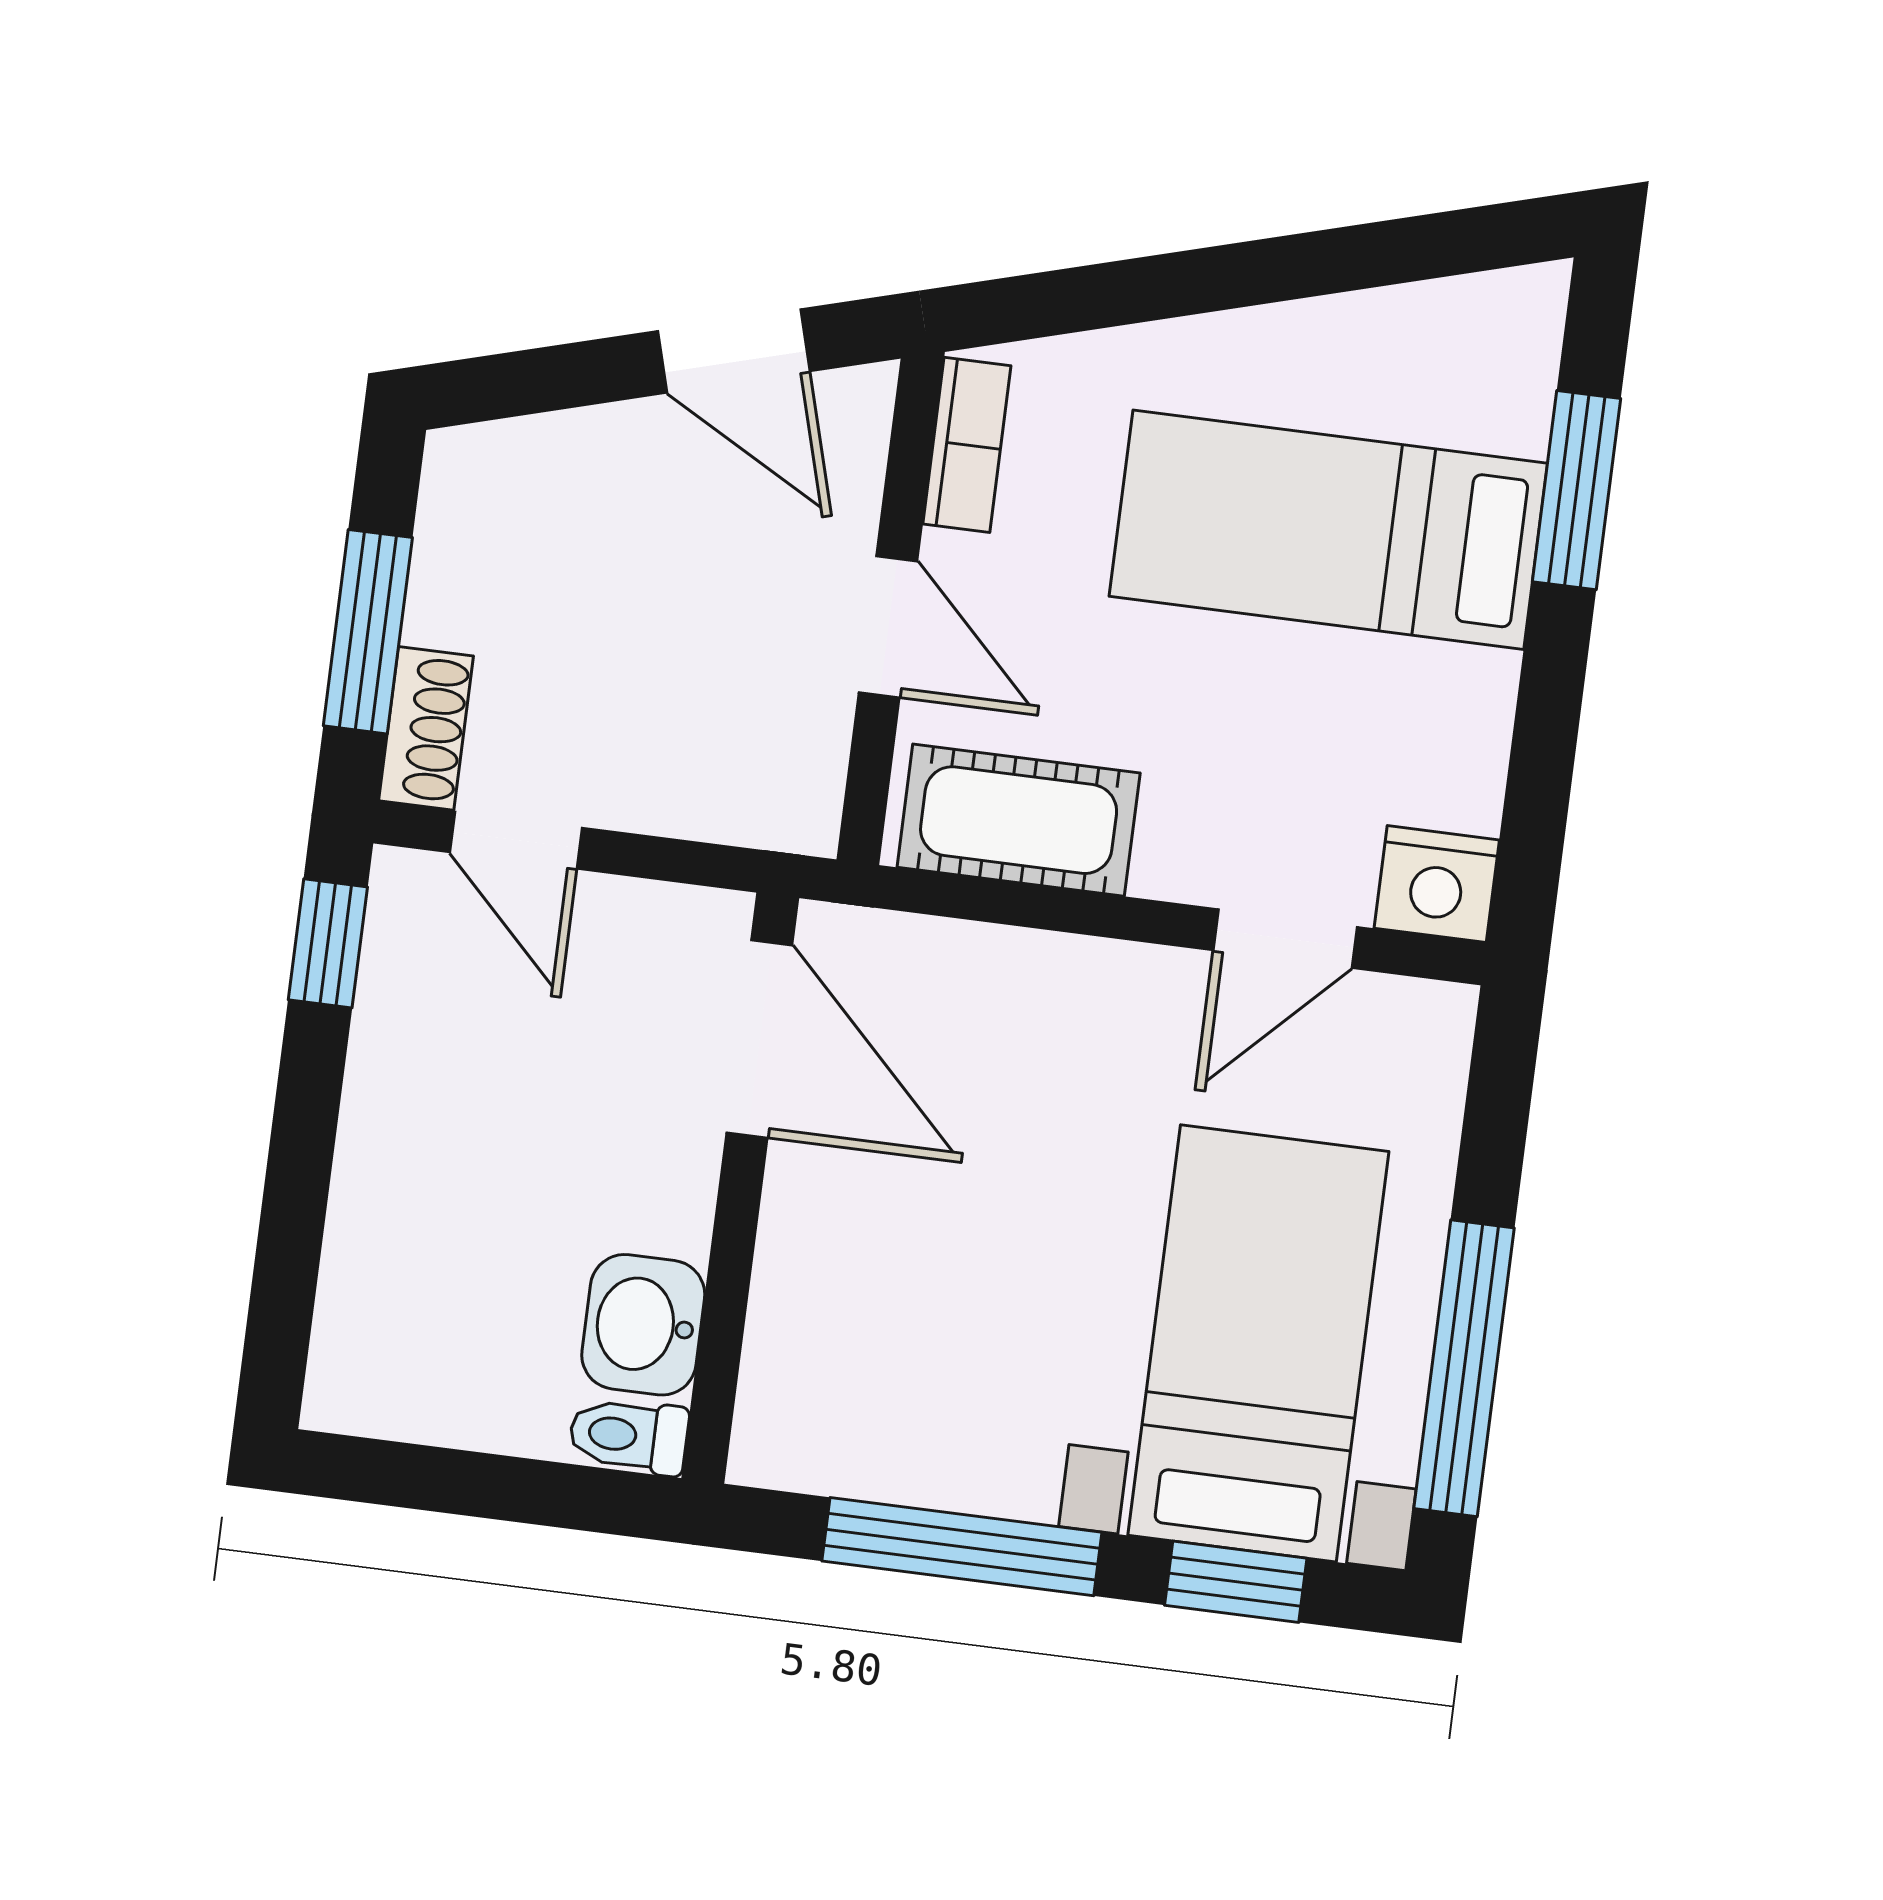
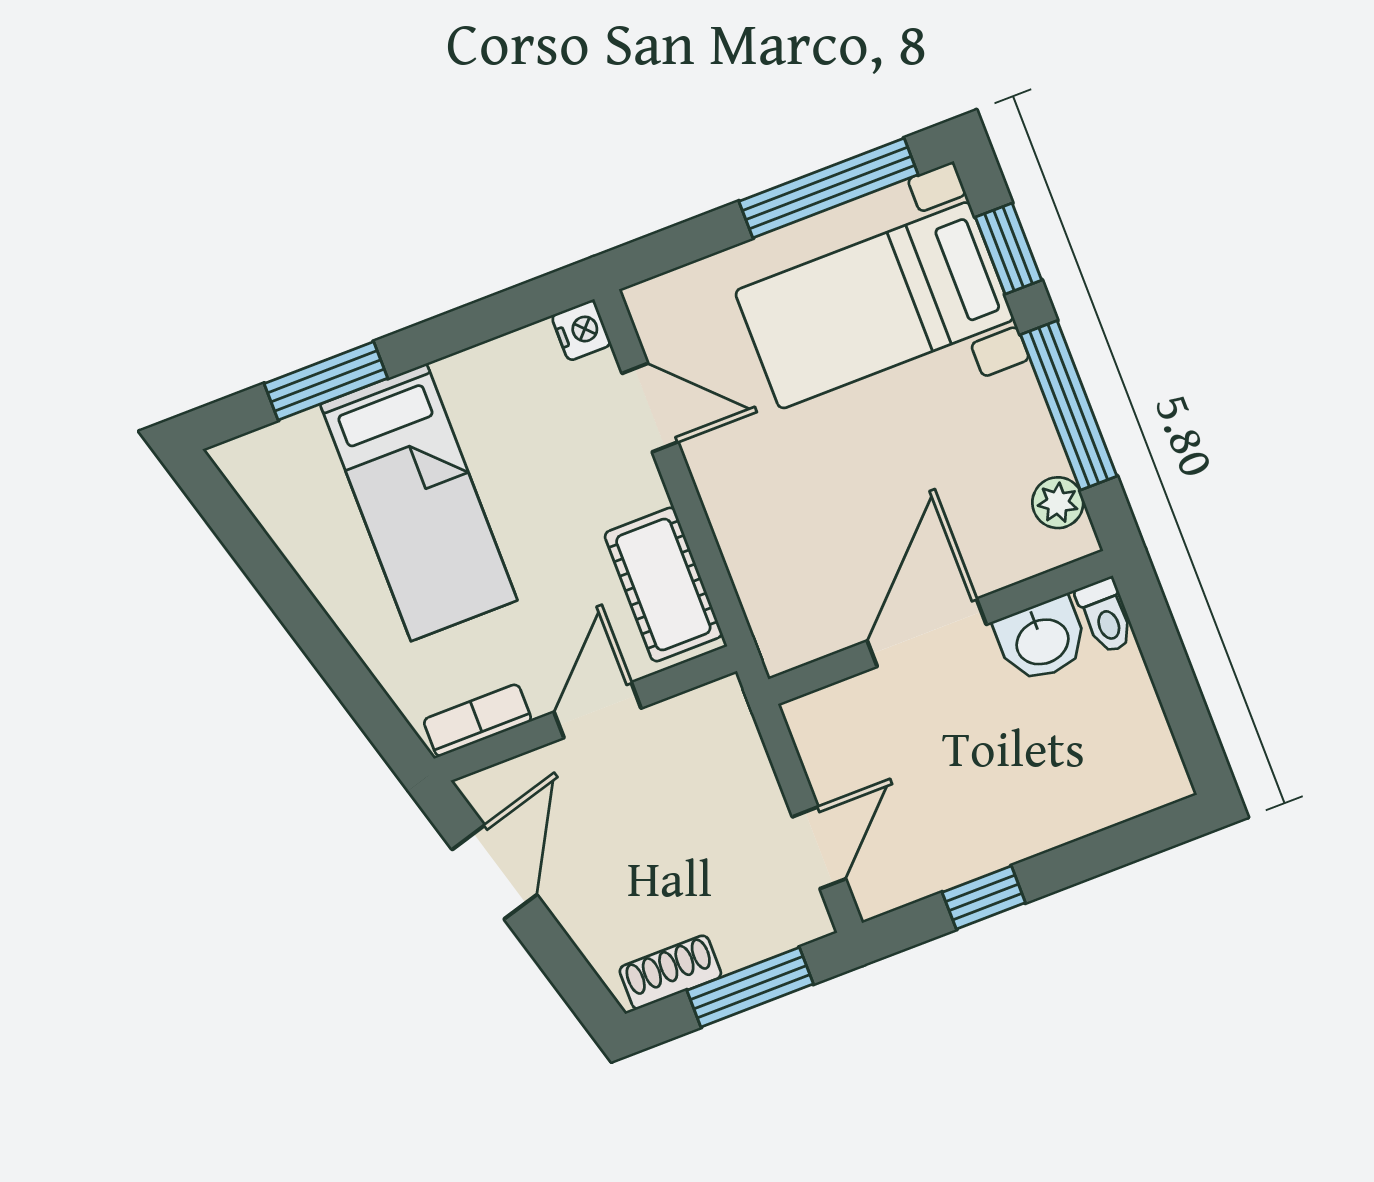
shoe rack: (426, 728) -> (670, 972), moved
nightstand: (1437, 884) -> (581, 330), width x0.72, depth x0.74
window: (328, 943) -> (984, 897), moved
door: (759, 1039) -> (927, 633), moved
plant: (830, 1455) -> (1058, 503), added

